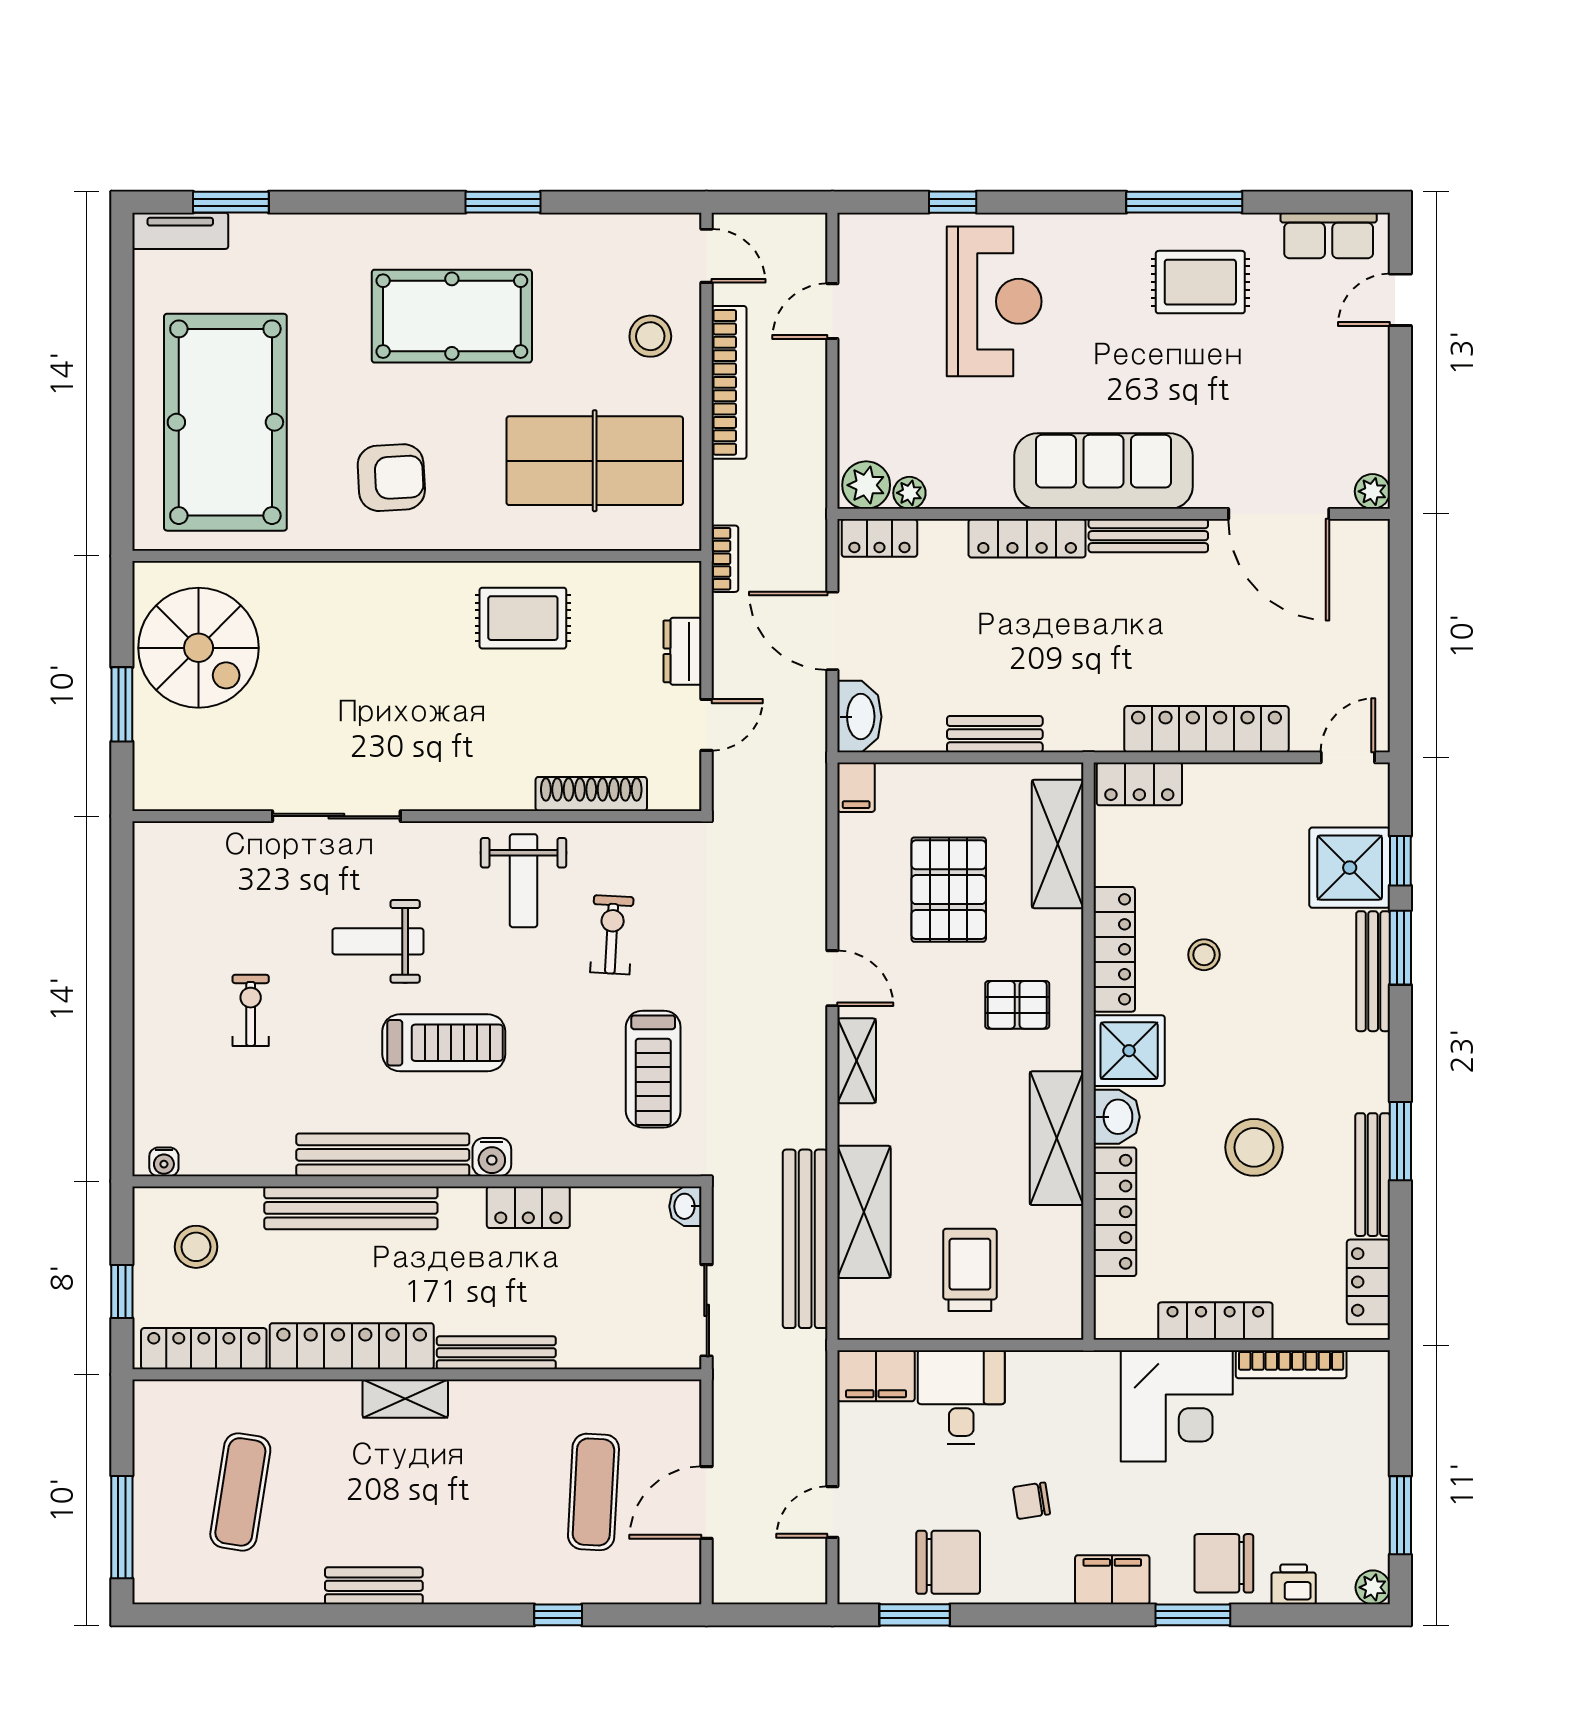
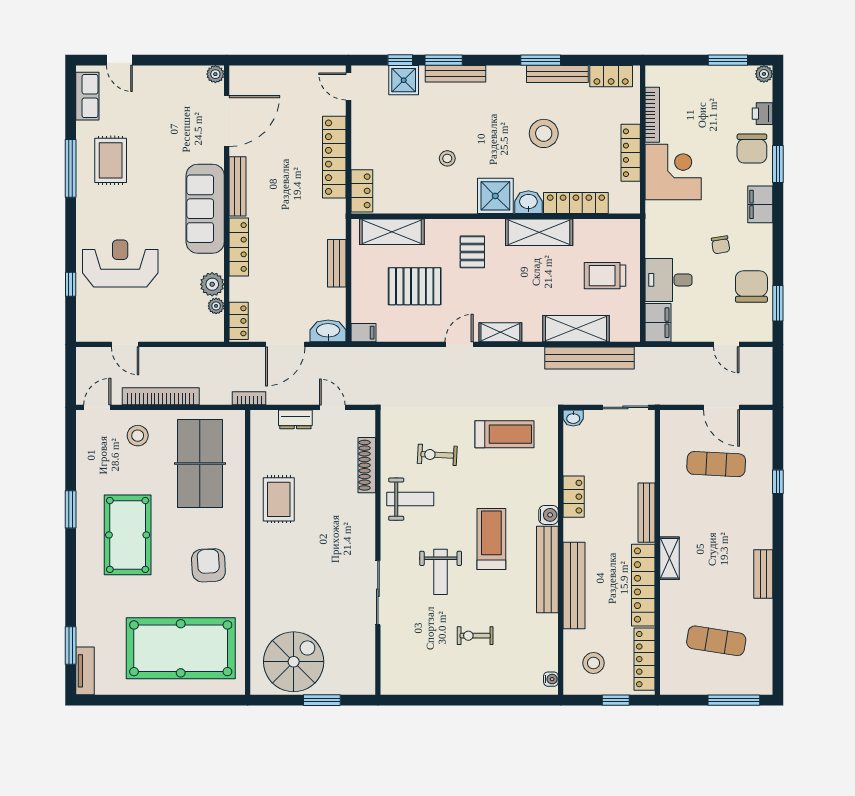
plant: (866, 485) -> (212, 284), moved
shower: (1350, 868) -> (404, 80), width x0.73, depth x0.73
locker: (1114, 949) -> (445, 203), removed

